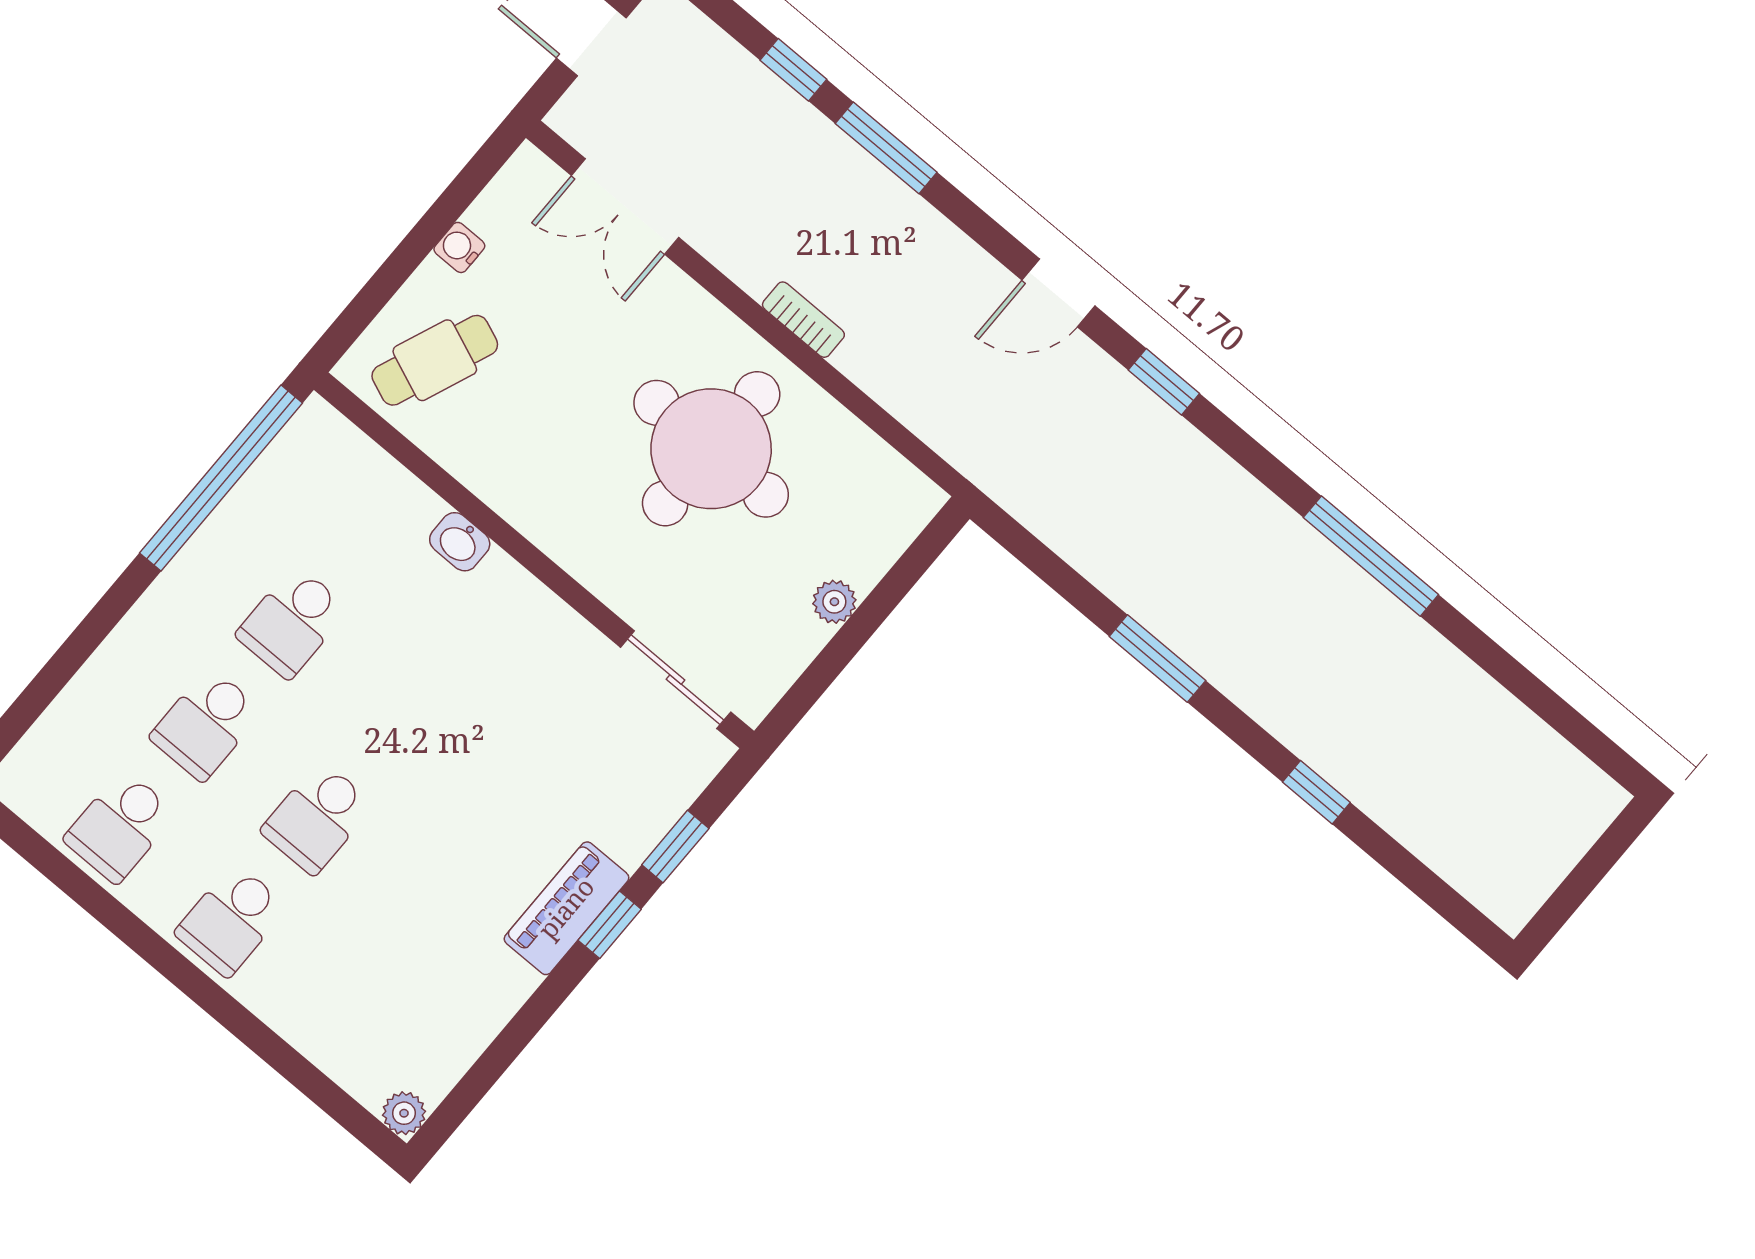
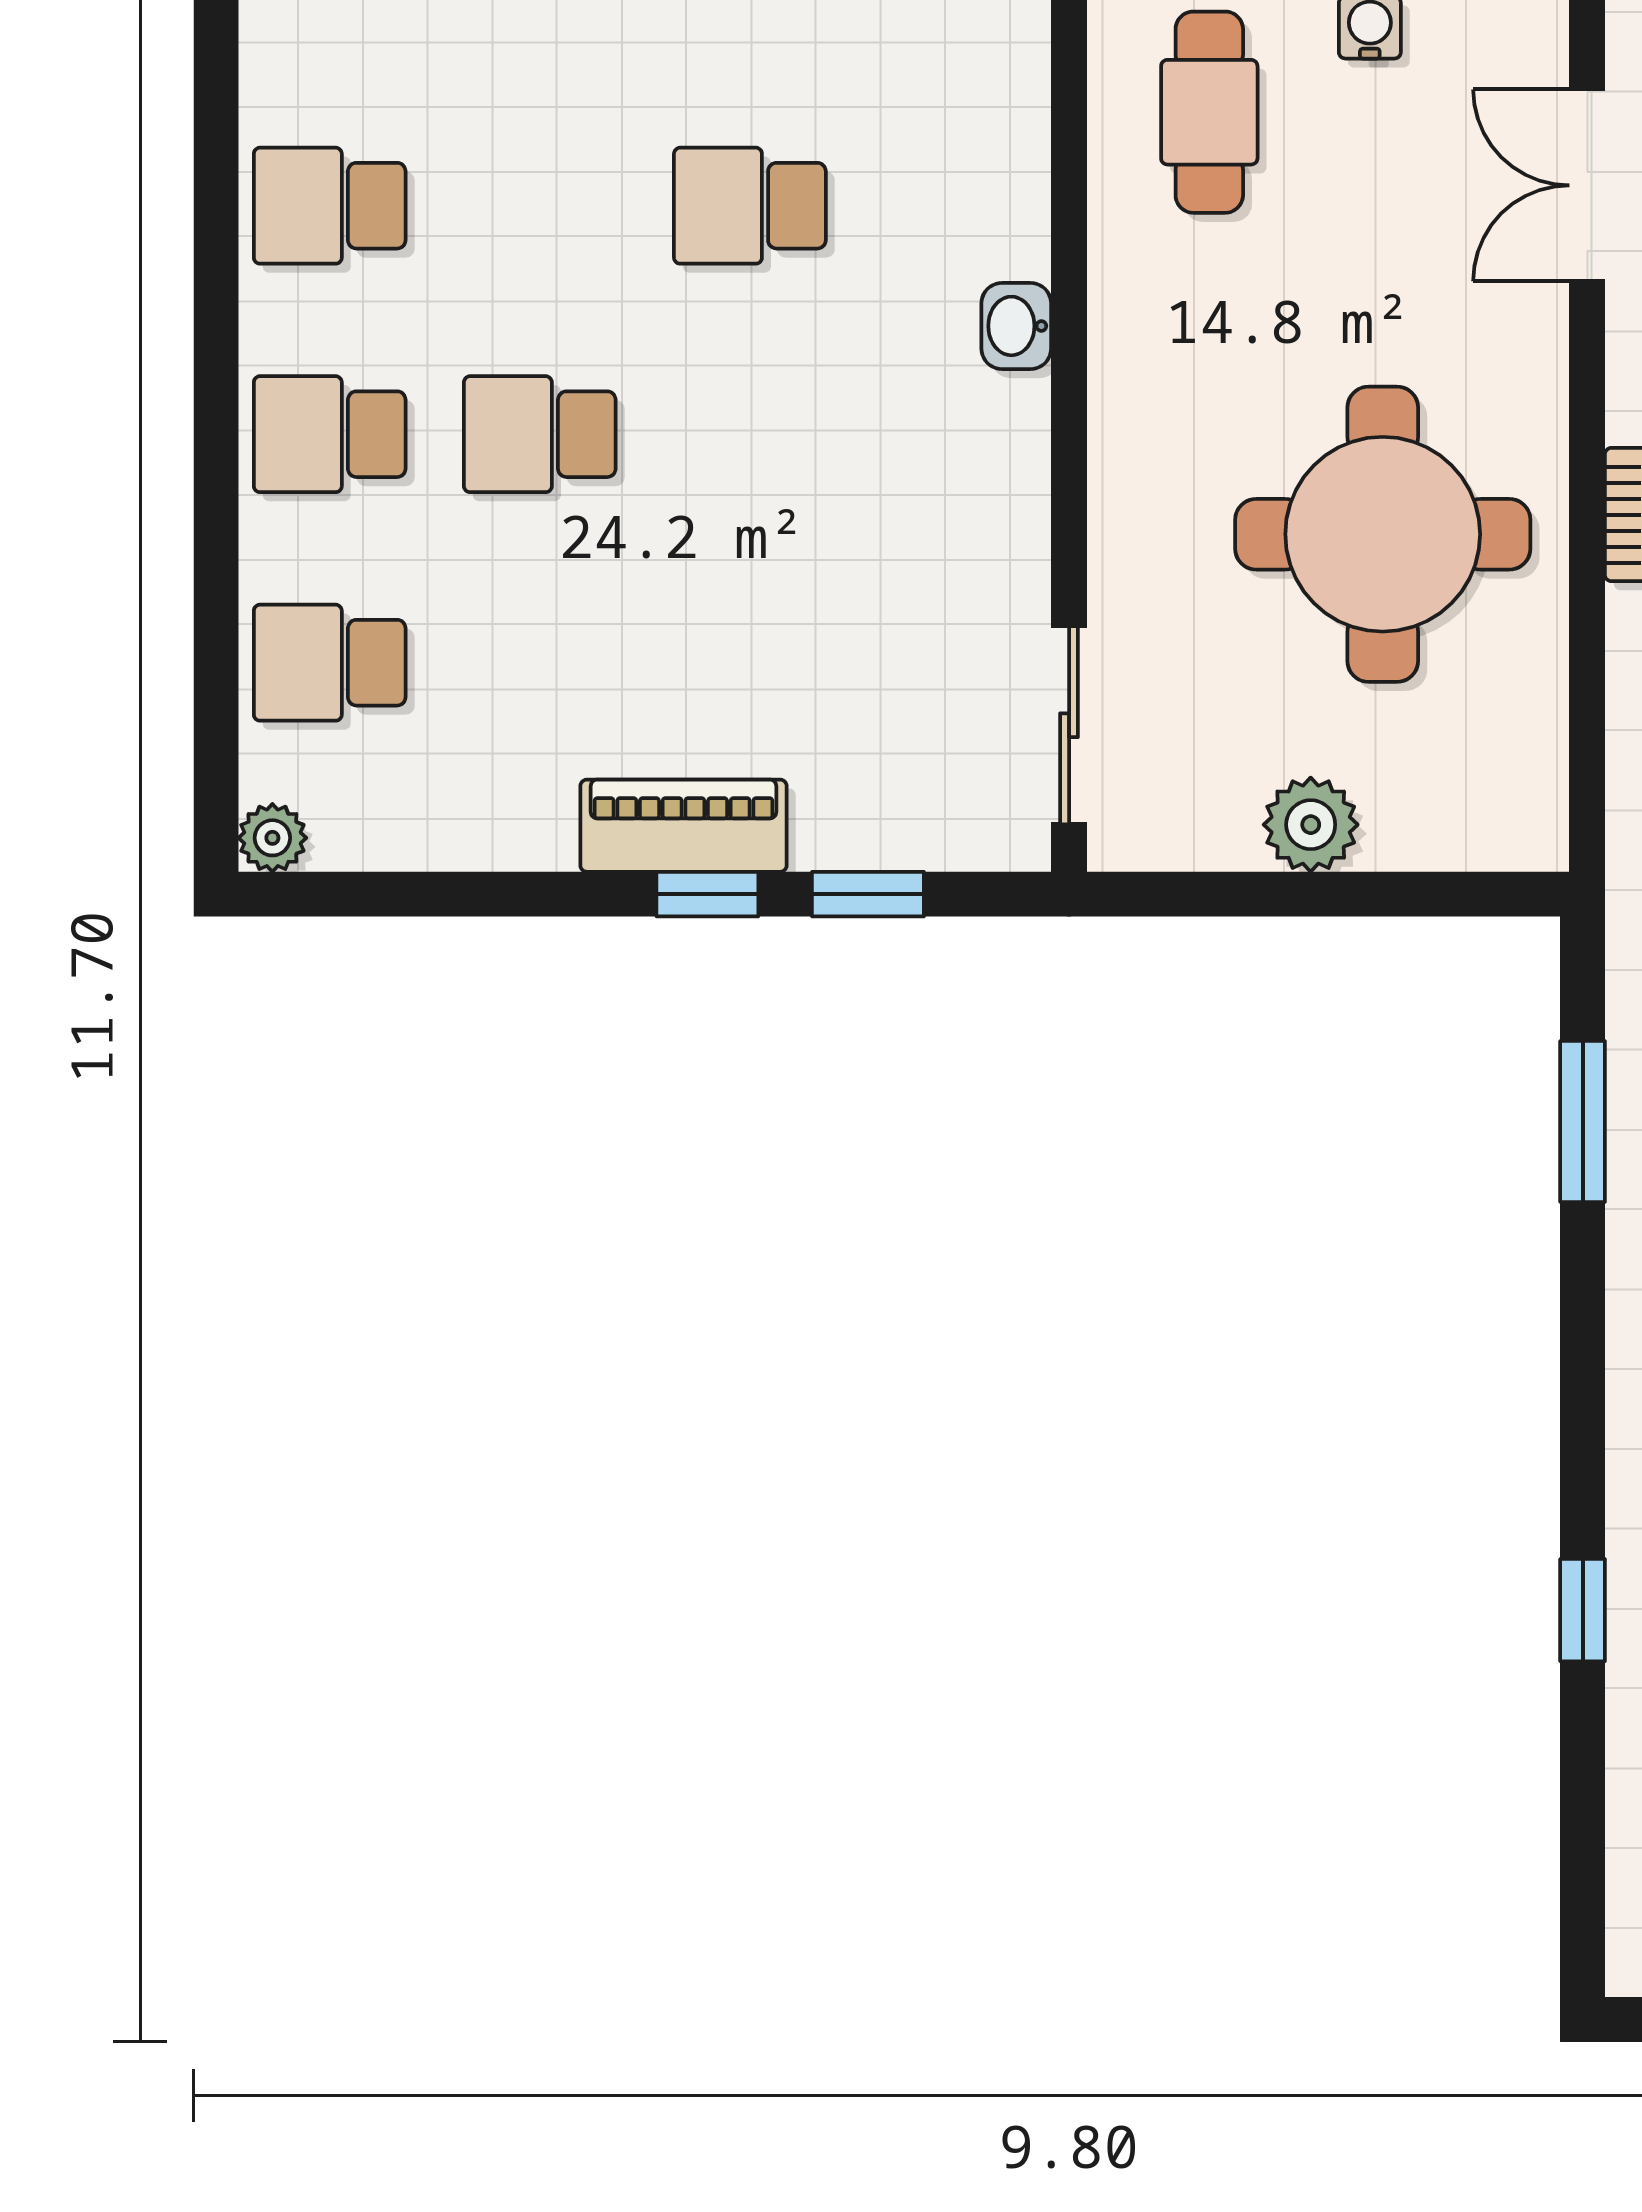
cafe table: (435, 360) -> (1209, 112), turned 68
plant: (834, 602) -> (1311, 825), width x1.38, depth x1.38
window: (1157, 658) -> (1583, 1121), moved
school desk: (206, 724) -> (330, 663), moved

